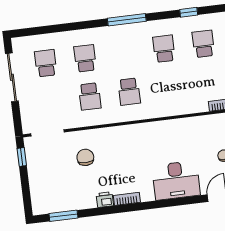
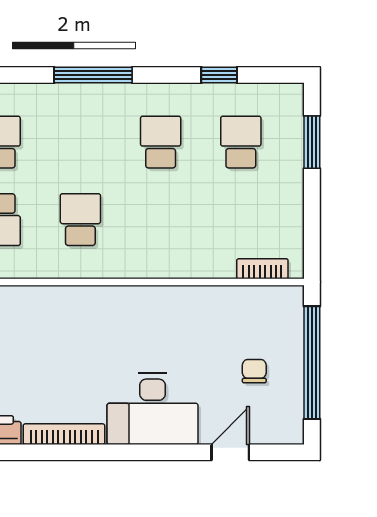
school desk: (129, 92) -> (80, 220), turned 180
bookcase: (127, 199) -> (64, 434), width x1.56

